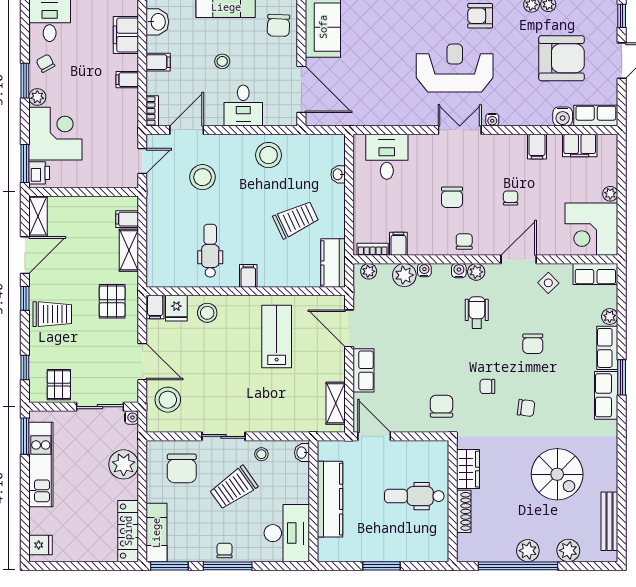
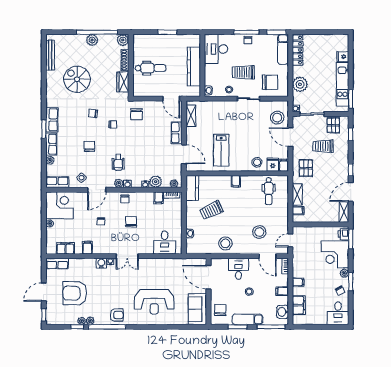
reception desk: (455, 68) -> (154, 302), moved
water cooler: (563, 117) -> (101, 263), moved
door: (187, 130) -> (268, 256), hinge flipped
dental chair: (210, 251) -> (269, 191), moved
trolley: (52, 314) -> (323, 146), moved
chair: (182, 468) -> (270, 82), turned 90
trolley: (234, 488) -> (243, 72), turned -145
fridge: (41, 545) -> (343, 57), moved
plant: (568, 550) -> (123, 40), moved

